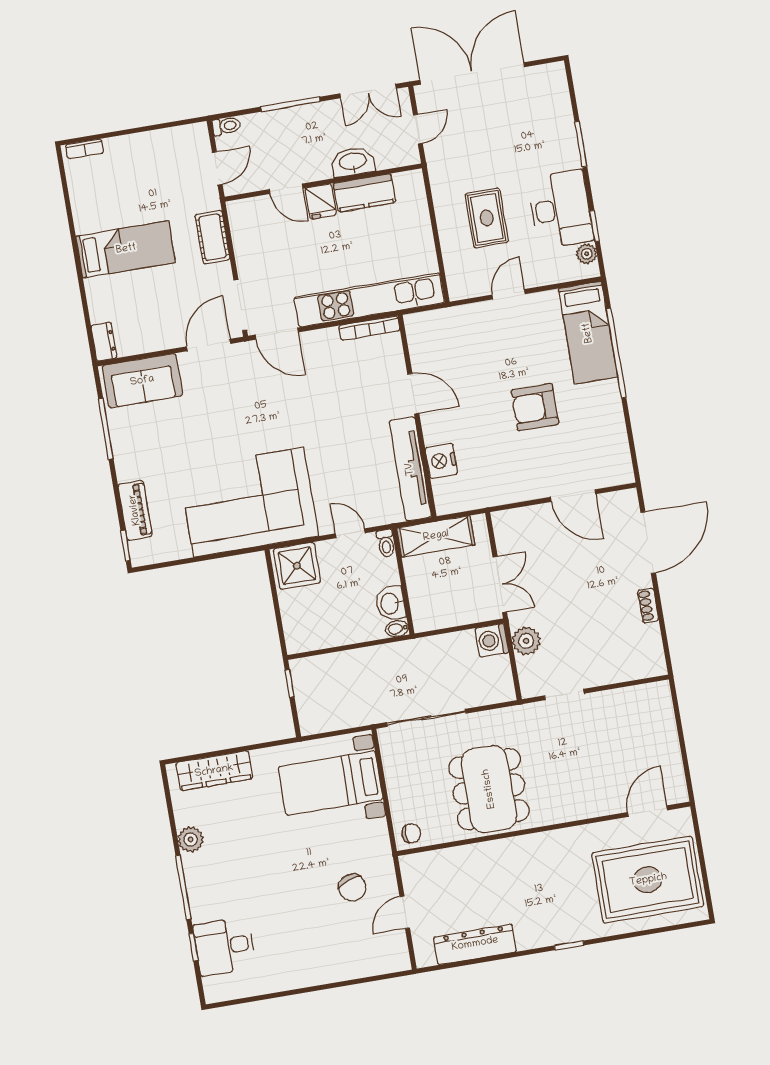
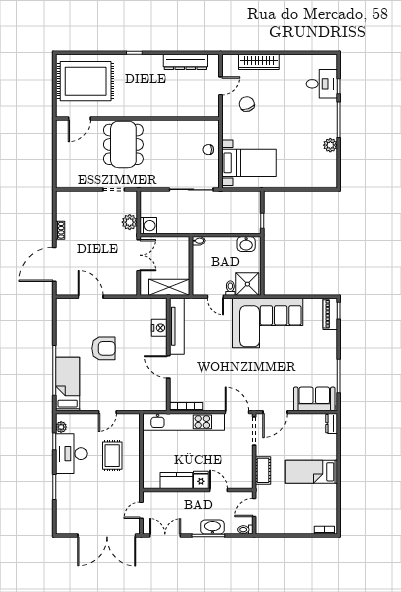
washbasin: (353, 162) -> (212, 527), moved, turned 180
piano: (135, 510) -> (330, 314), moved
toilet: (386, 543) -> (230, 288), moved
double door: (500, 584) -> (139, 255), swing flipped
washbasin: (390, 603) -> (246, 244), moved, turned 90
wardrobe: (214, 771) -> (259, 62), moved, turned 180
dining table: (489, 789) -> (123, 144), moved
chair: (411, 833) -> (208, 150), moved

